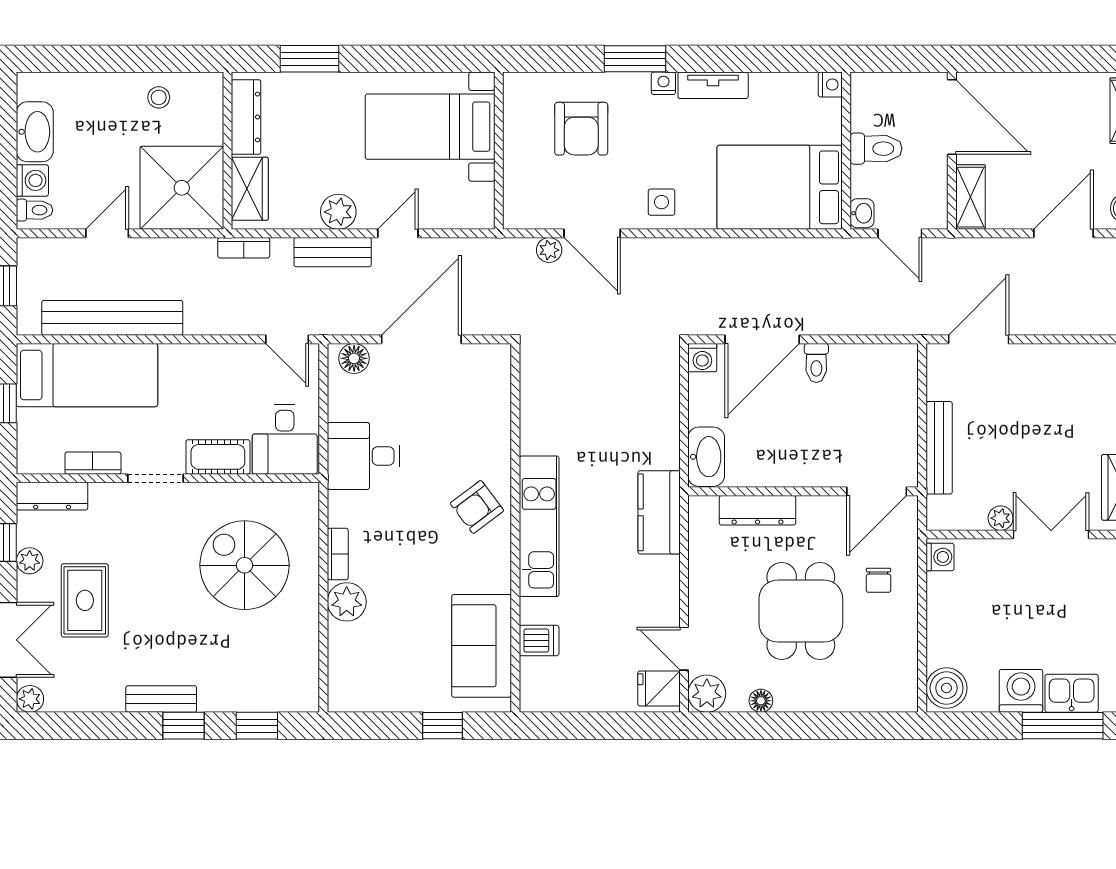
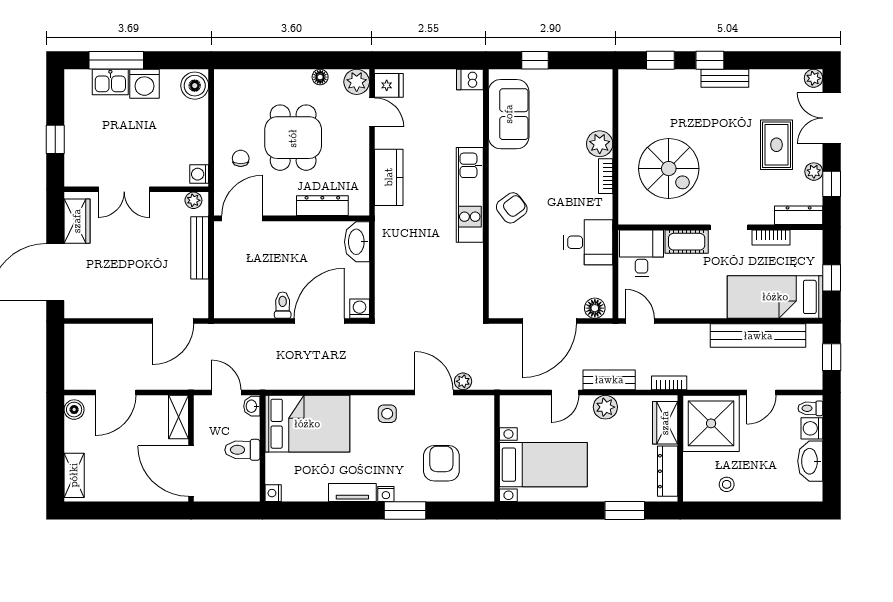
kitchen counter: (659, 512) -> (389, 177), moved
plant: (1001, 518) -> (193, 200), moved
dishwasher: (539, 641) -> (470, 79), moved

